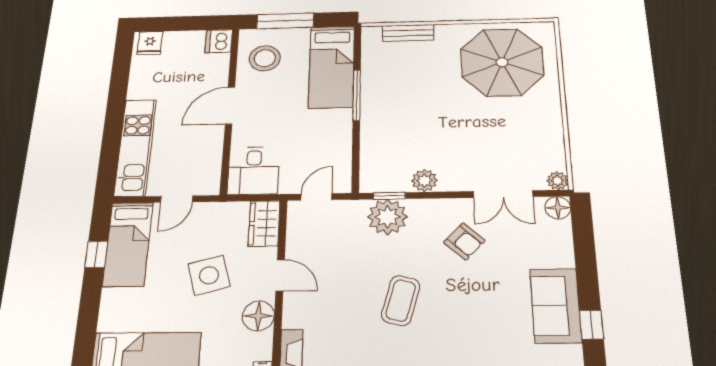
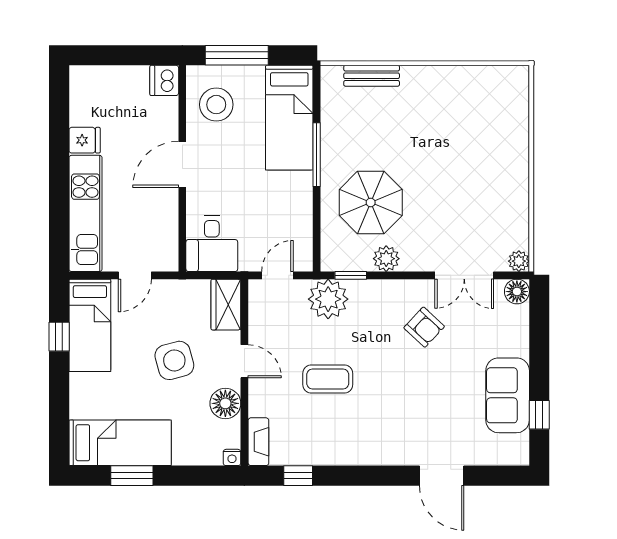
fridge: (150, 43) -> (85, 140), moved, turned -90
parasol: (502, 62) -> (371, 202), moved, width x0.73, depth x0.73
plant: (387, 217) -> (328, 299), moved
coffee table: (401, 300) -> (328, 379), moved, turned 75

